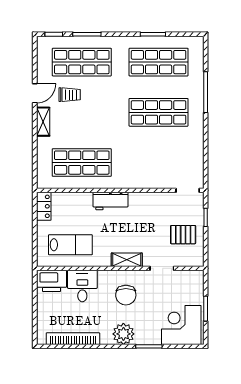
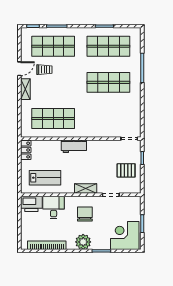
chair: (126, 295) -> (85, 214), turned 180

